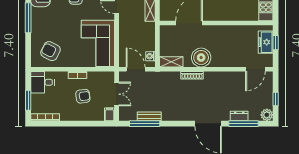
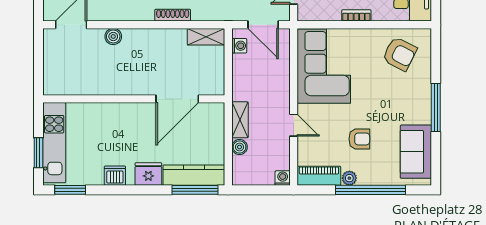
freezer: (266, 42) -> (55, 68), removed
window: (276, 43) -> (38, 68), removed
boiler: (201, 58) -> (113, 36), moved, width x0.54, depth x0.54

